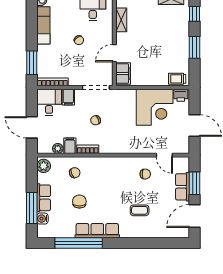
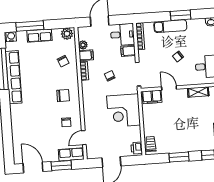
exam couch: (43, 25) -> (170, 26), moved
window: (32, 63) -> (181, 15), moved
corner desk: (155, 107) -> (124, 111), moved
row of seats: (183, 187) -> (71, 154), moved
chair: (79, 201) -> (63, 96), moved
coffee table: (140, 210) -> (35, 120), removed
water cooler: (42, 219) -> (11, 37), moved
row of seats: (97, 231) -> (14, 77), width x1.36

